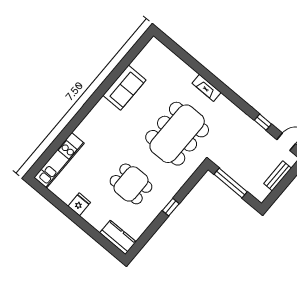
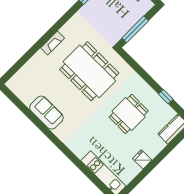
window: (171, 207) -> (166, 97), moved

